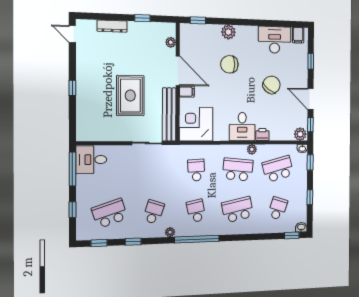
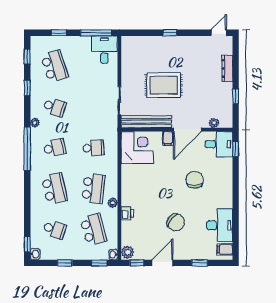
plant: (228, 32) -> (226, 179), removed
desk: (242, 127) -> (219, 144), moved, turned 180

